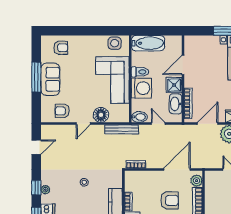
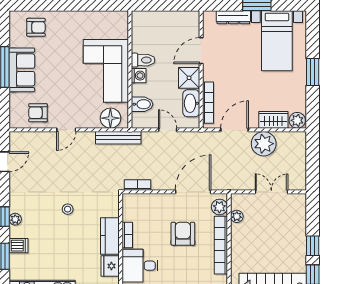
dresser: (207, 40) -> (233, 17), added
side table: (115, 43) -> (109, 21), removed
bathtub: (148, 43) -> (154, 21), removed
washing machine: (141, 88) -> (139, 76), width x0.53, depth x0.53
floor lamp: (101, 115) -> (110, 118), moved
bidet: (139, 117) -> (142, 104), moved
plant: (209, 188) -> (237, 216), added
armchair: (169, 200) -> (183, 234), turned -90

